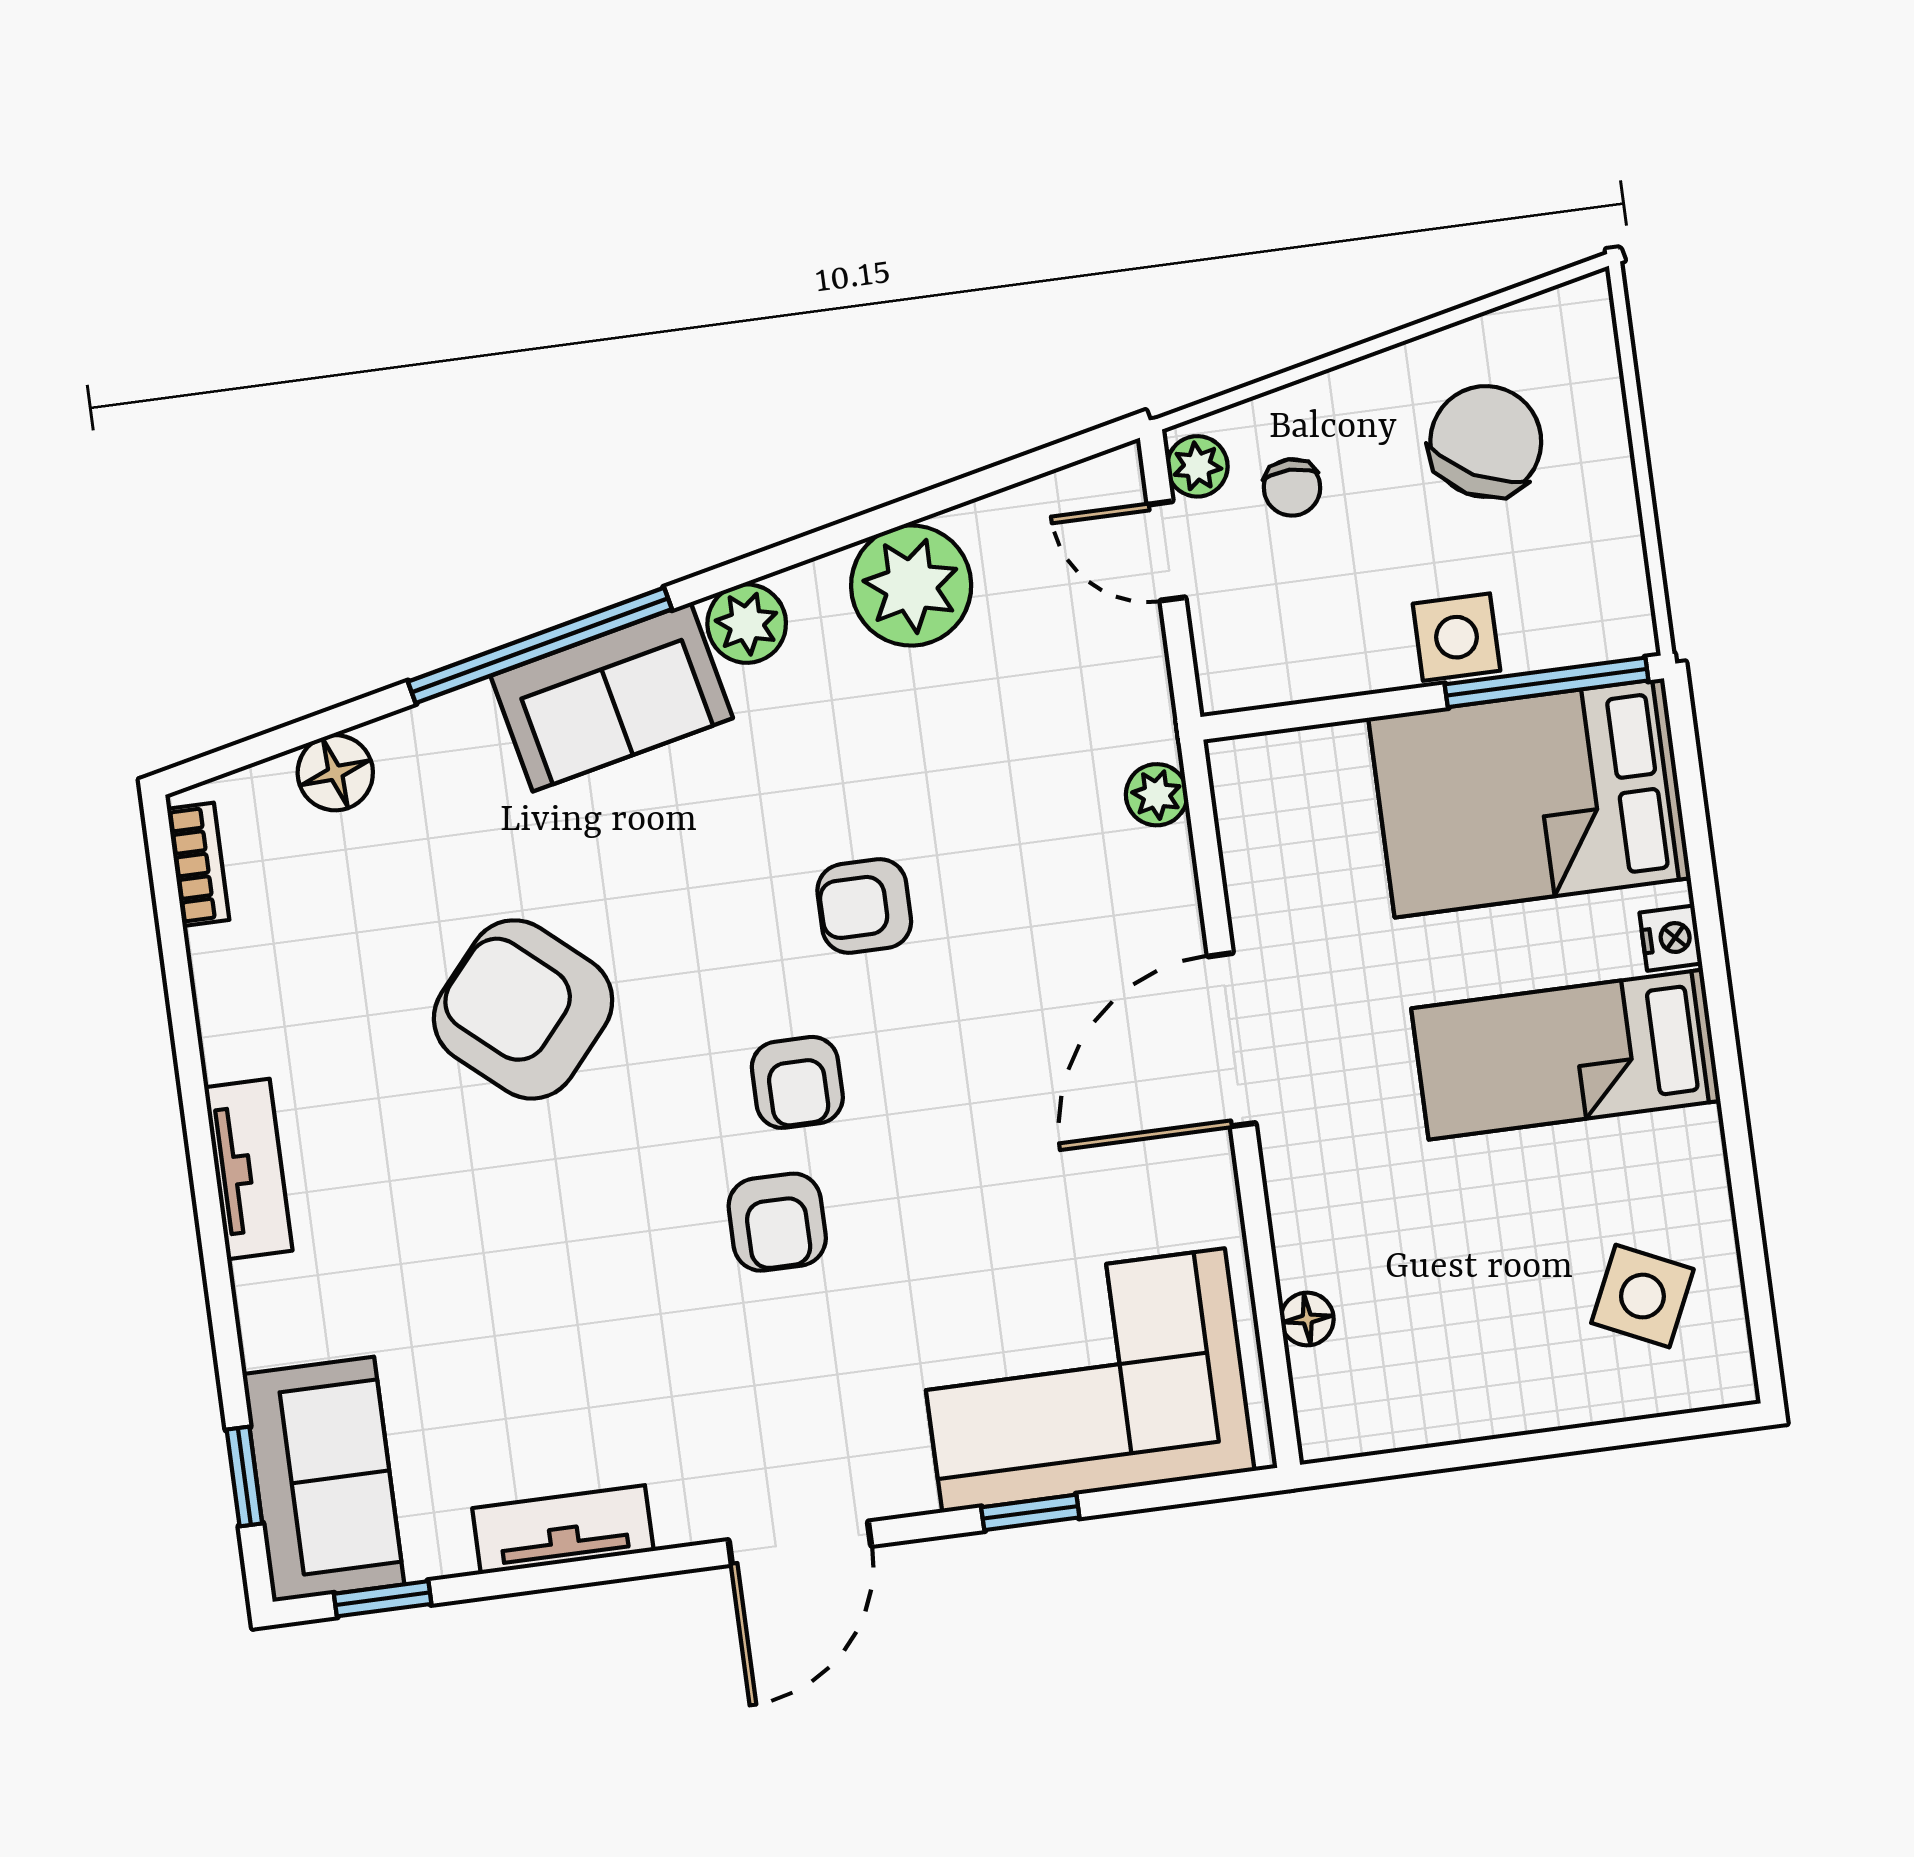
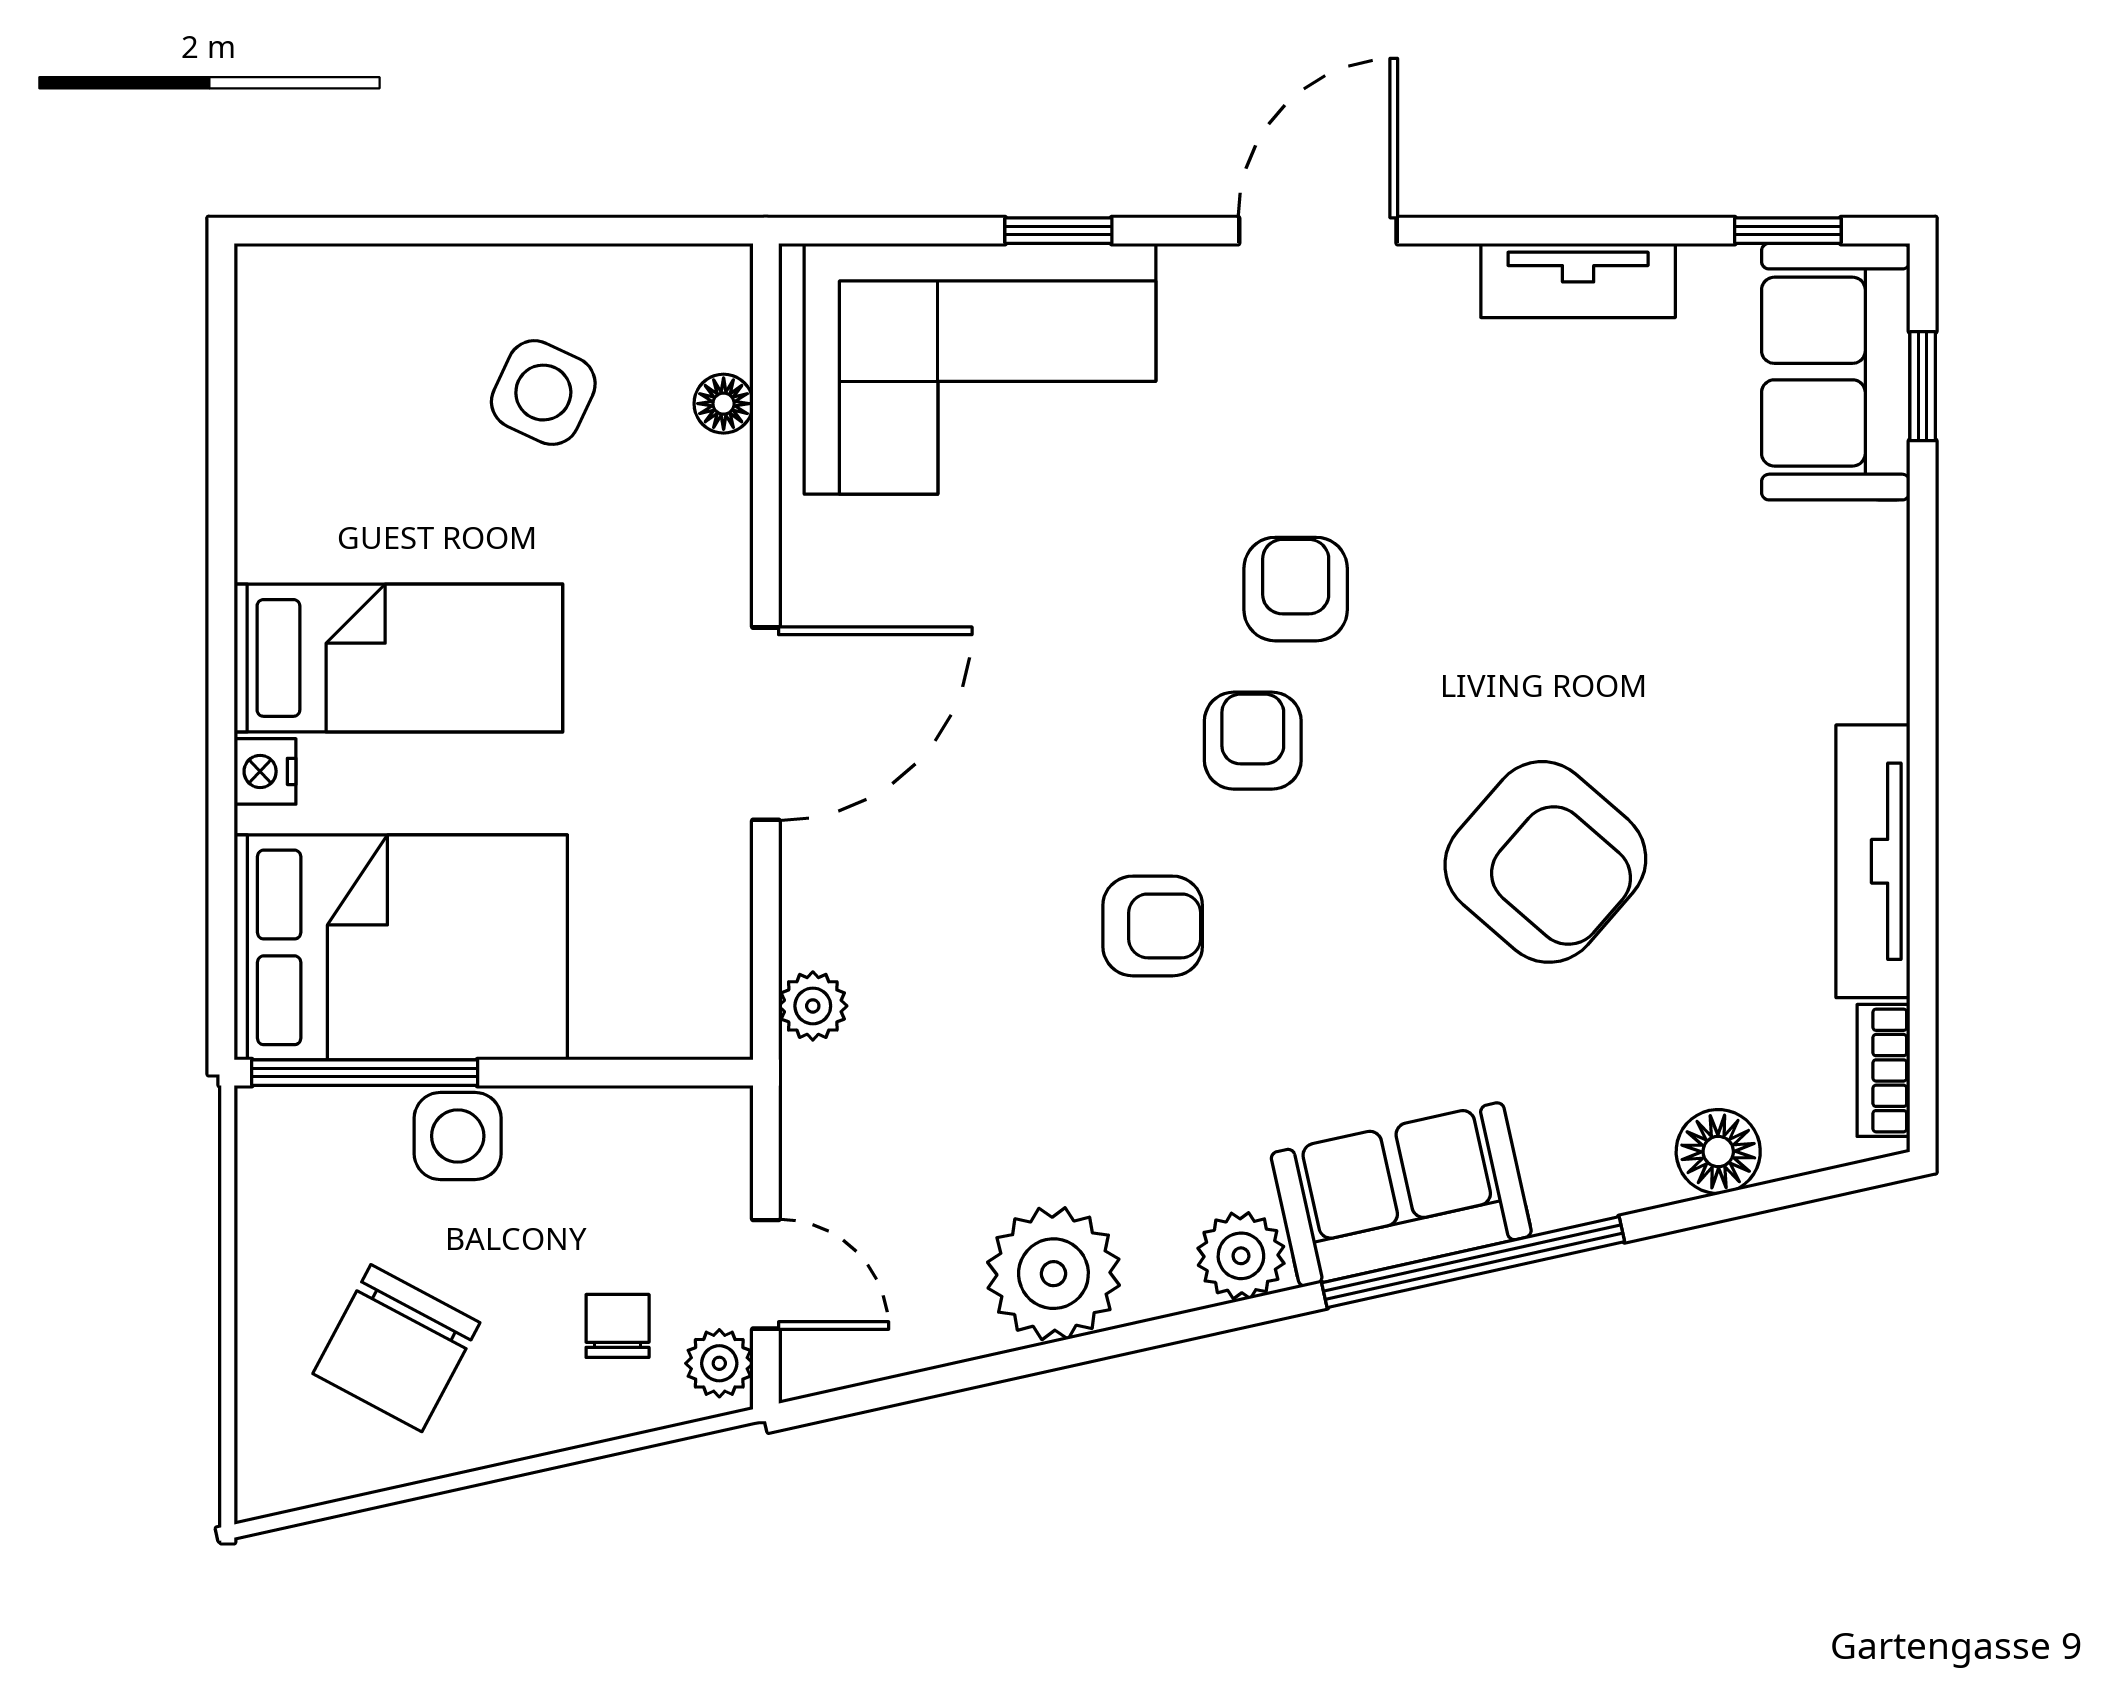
tv unit: (248, 1169) -> (1873, 861), moved, width x1.41
side table: (1642, 1296) -> (543, 393), moved

